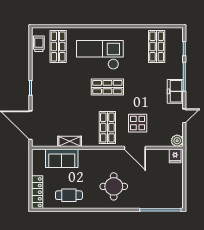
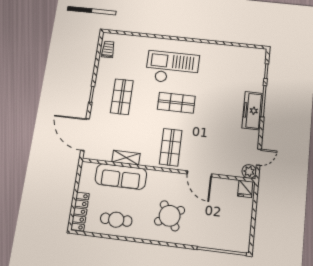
shop shelf: (58, 47) -> (122, 97), moved
shop shelf: (157, 47) -> (236, 66), removed
freezer: (175, 91) -> (253, 111), width x1.40
door: (184, 116) -> (259, 157), moved
display table: (138, 123) -> (206, 146), removed
sofa: (62, 158) -> (121, 177), width x1.36
round table: (114, 186) -> (170, 216), turned -33

